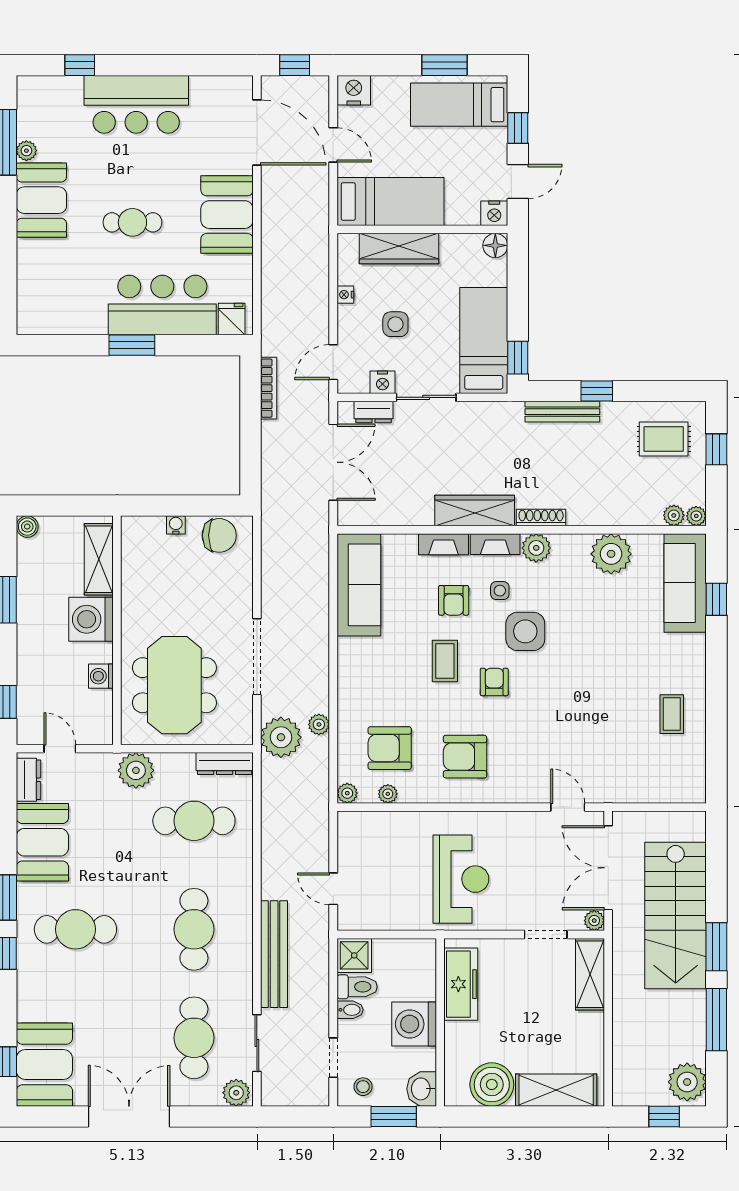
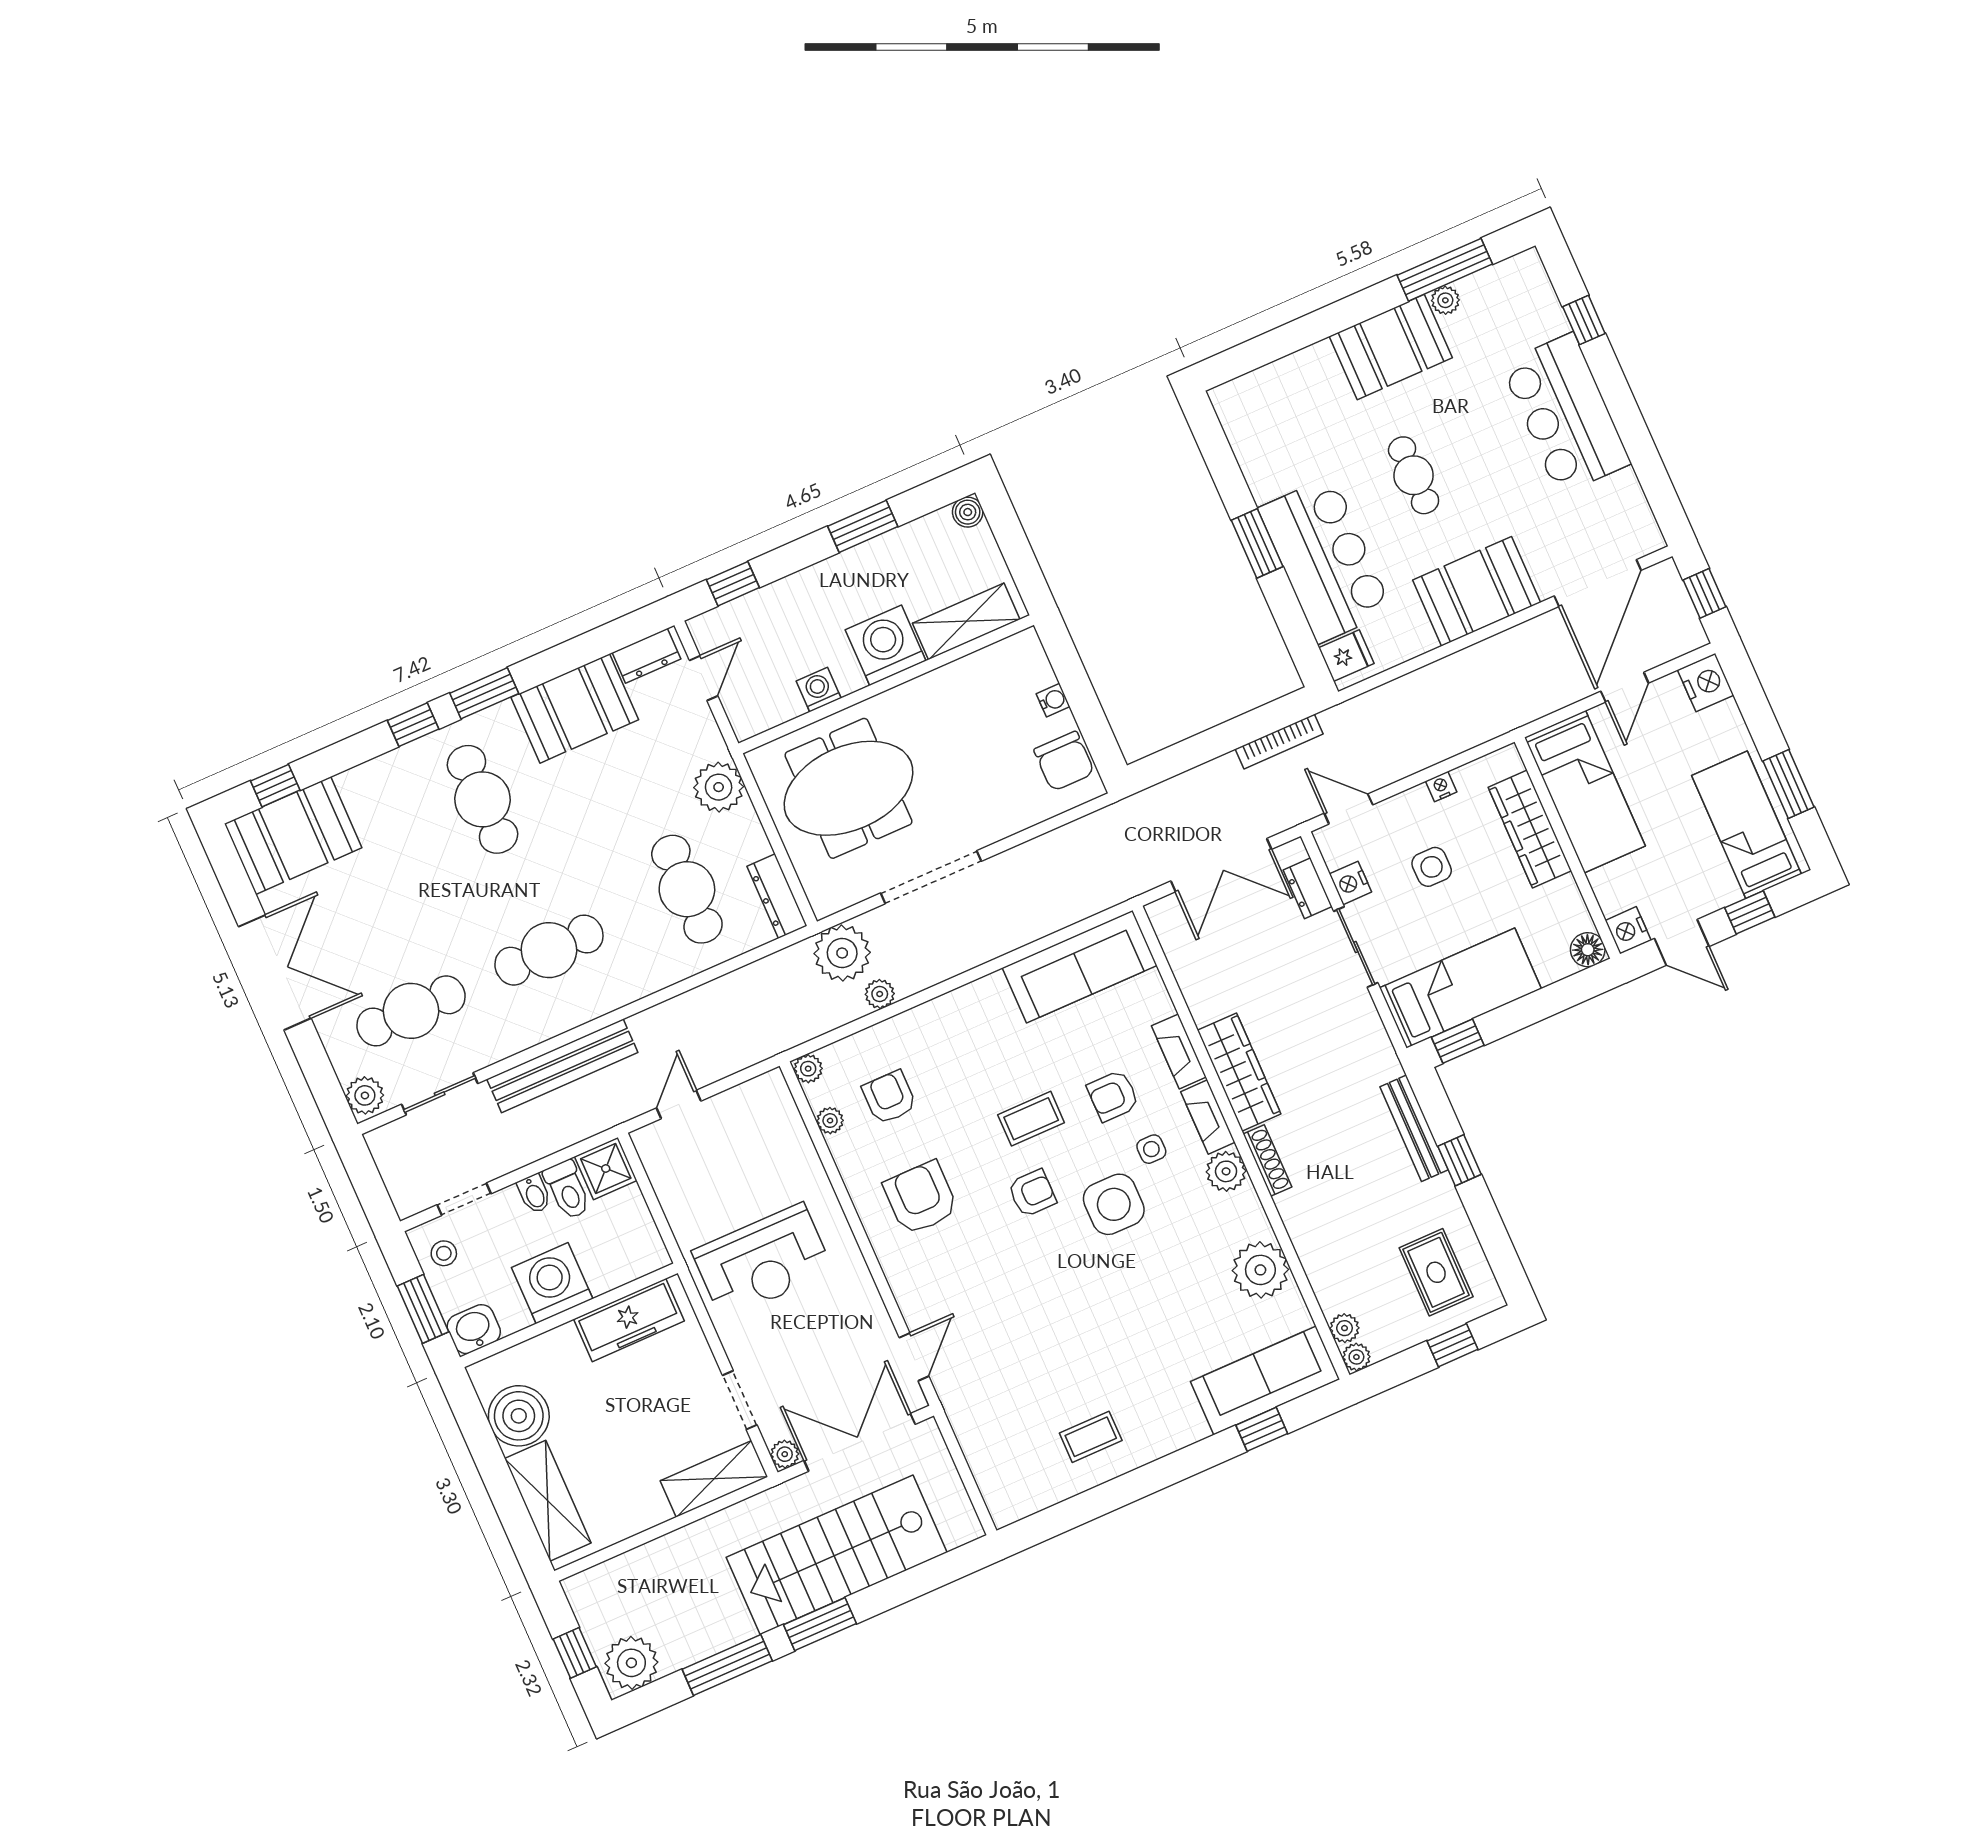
armchair: (390, 748) -> (889, 1097), width x0.72, depth x0.72

